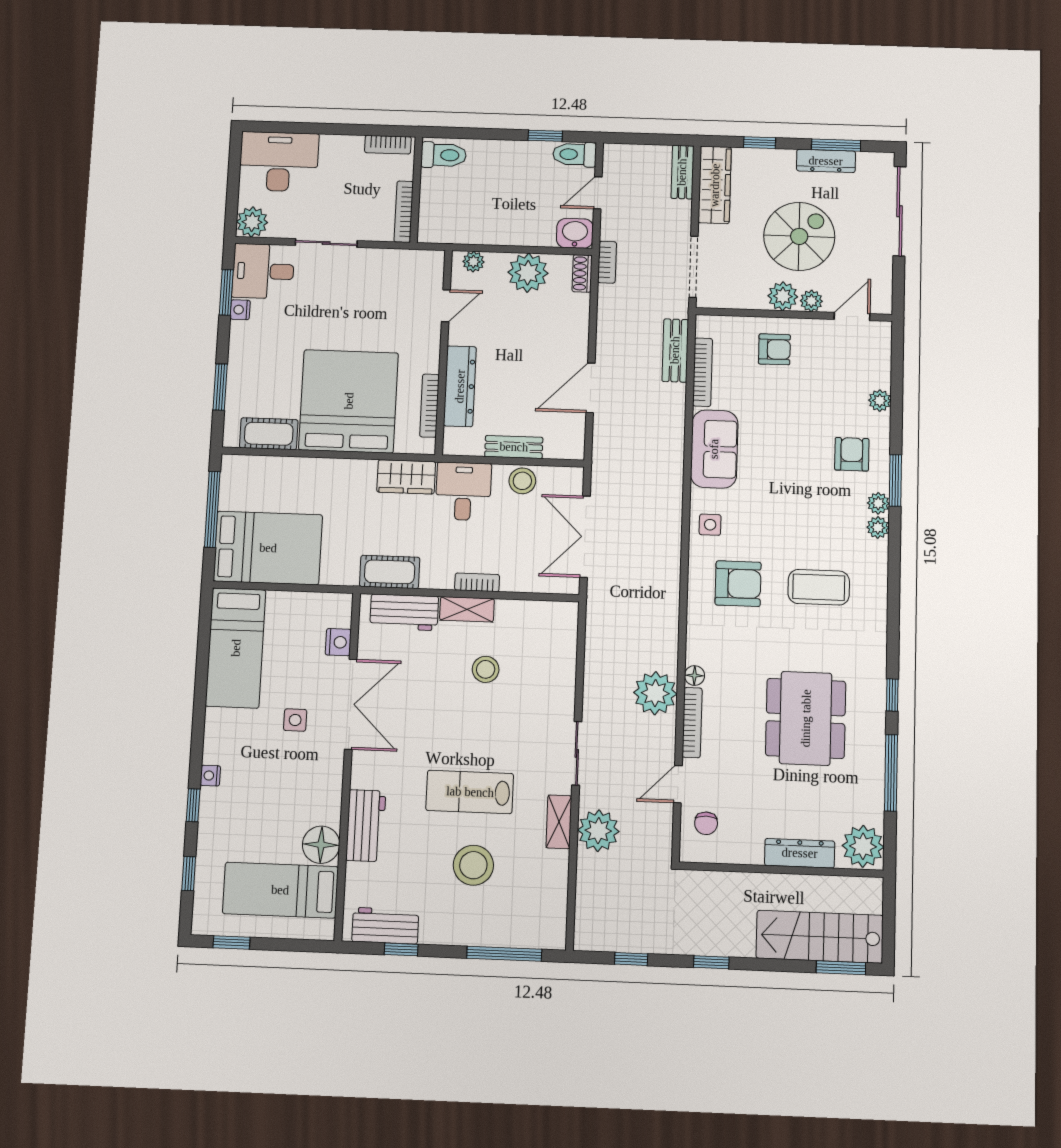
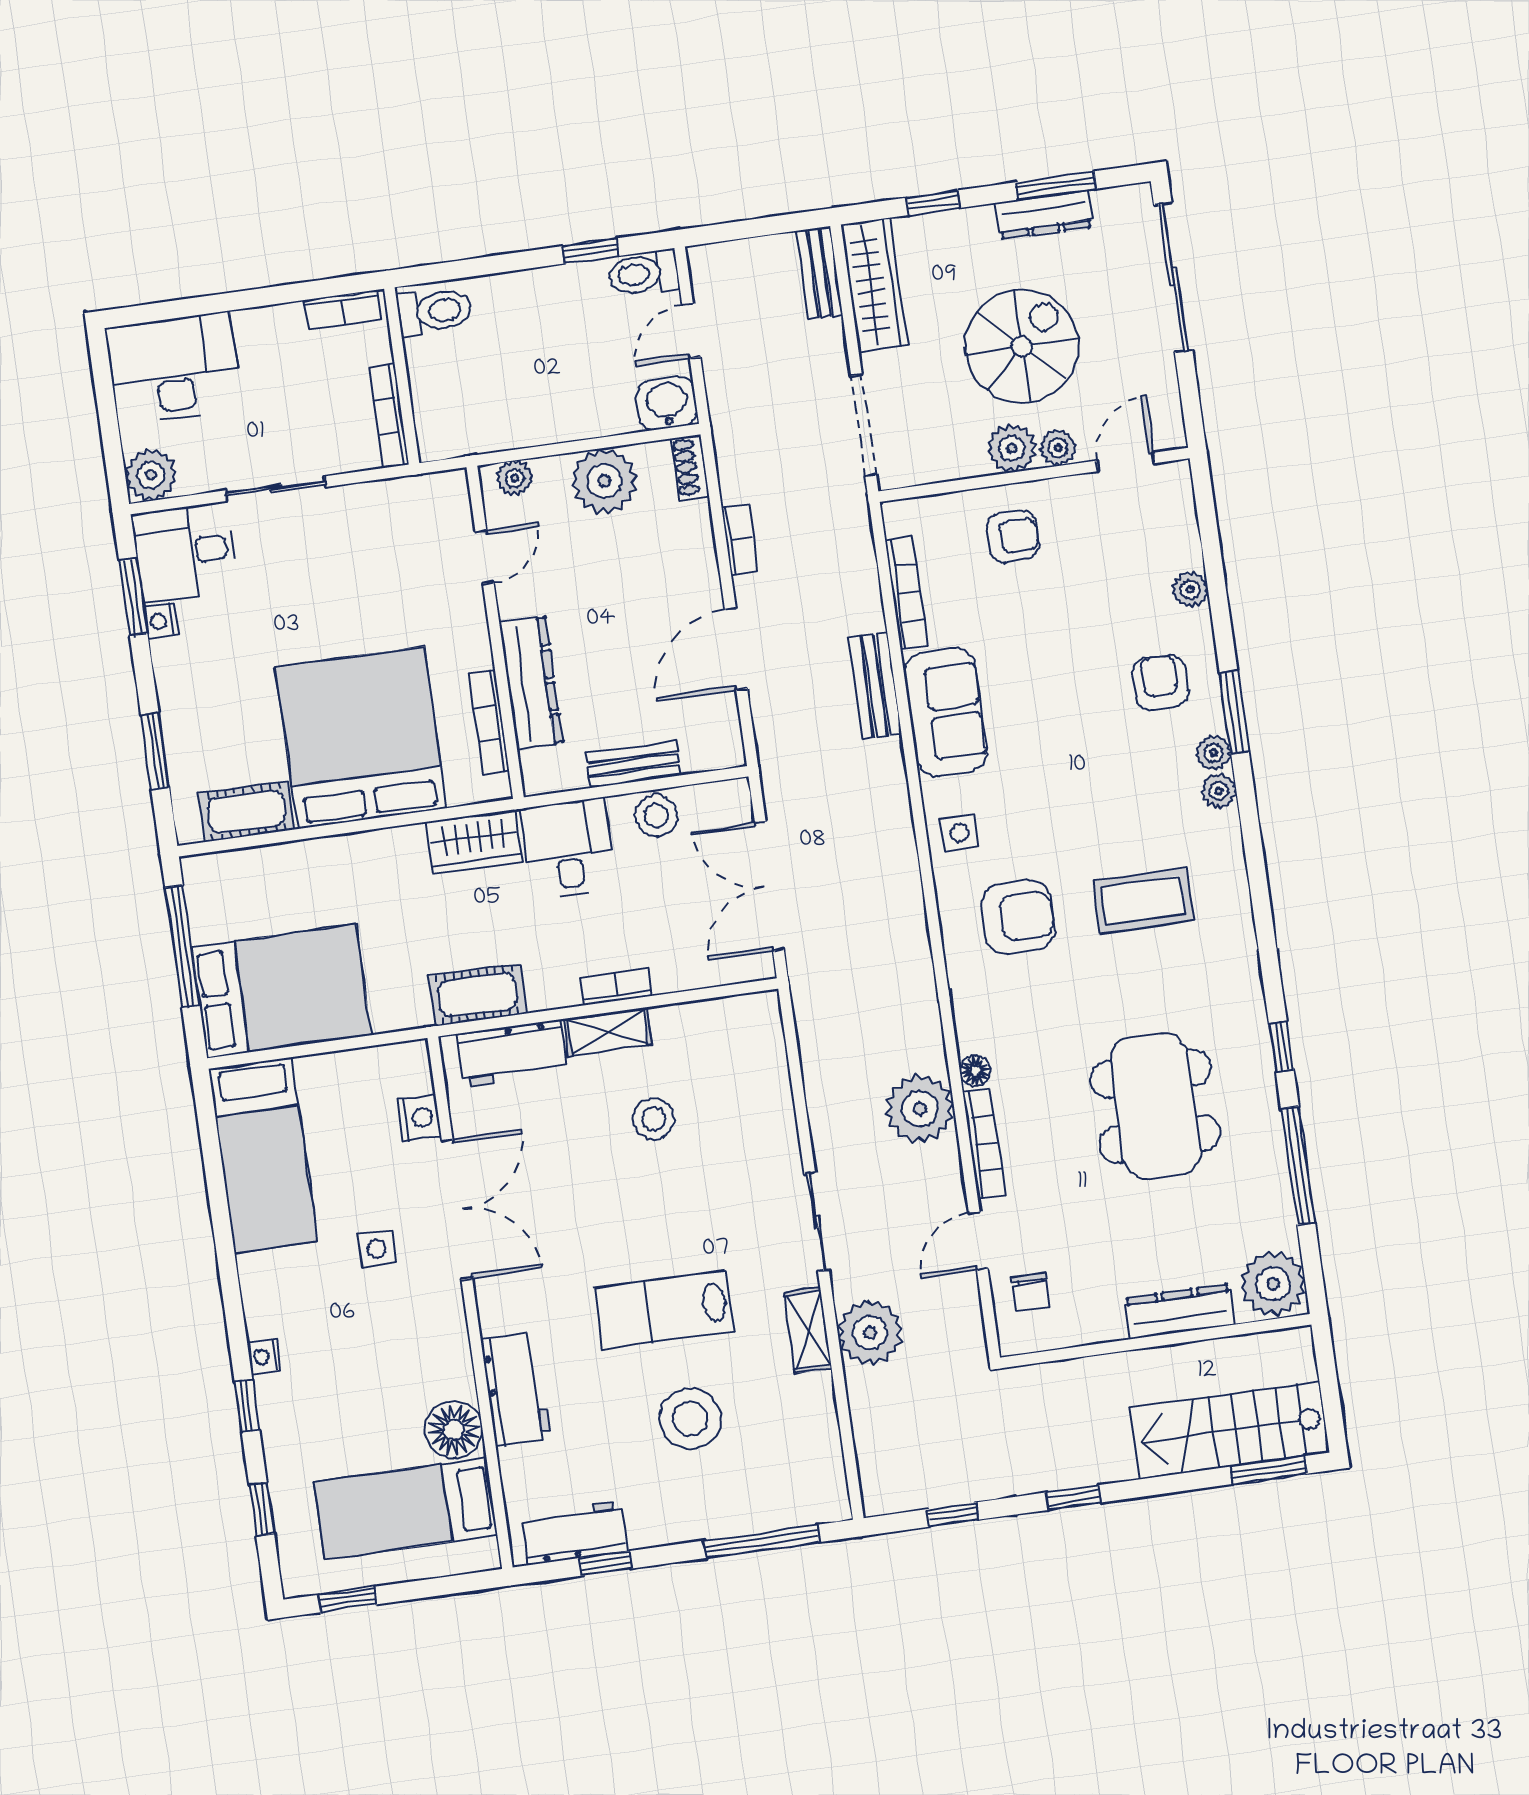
bookcase: (607, 262) -> (740, 539), moved
bench: (675, 350) -> (875, 686), moved

